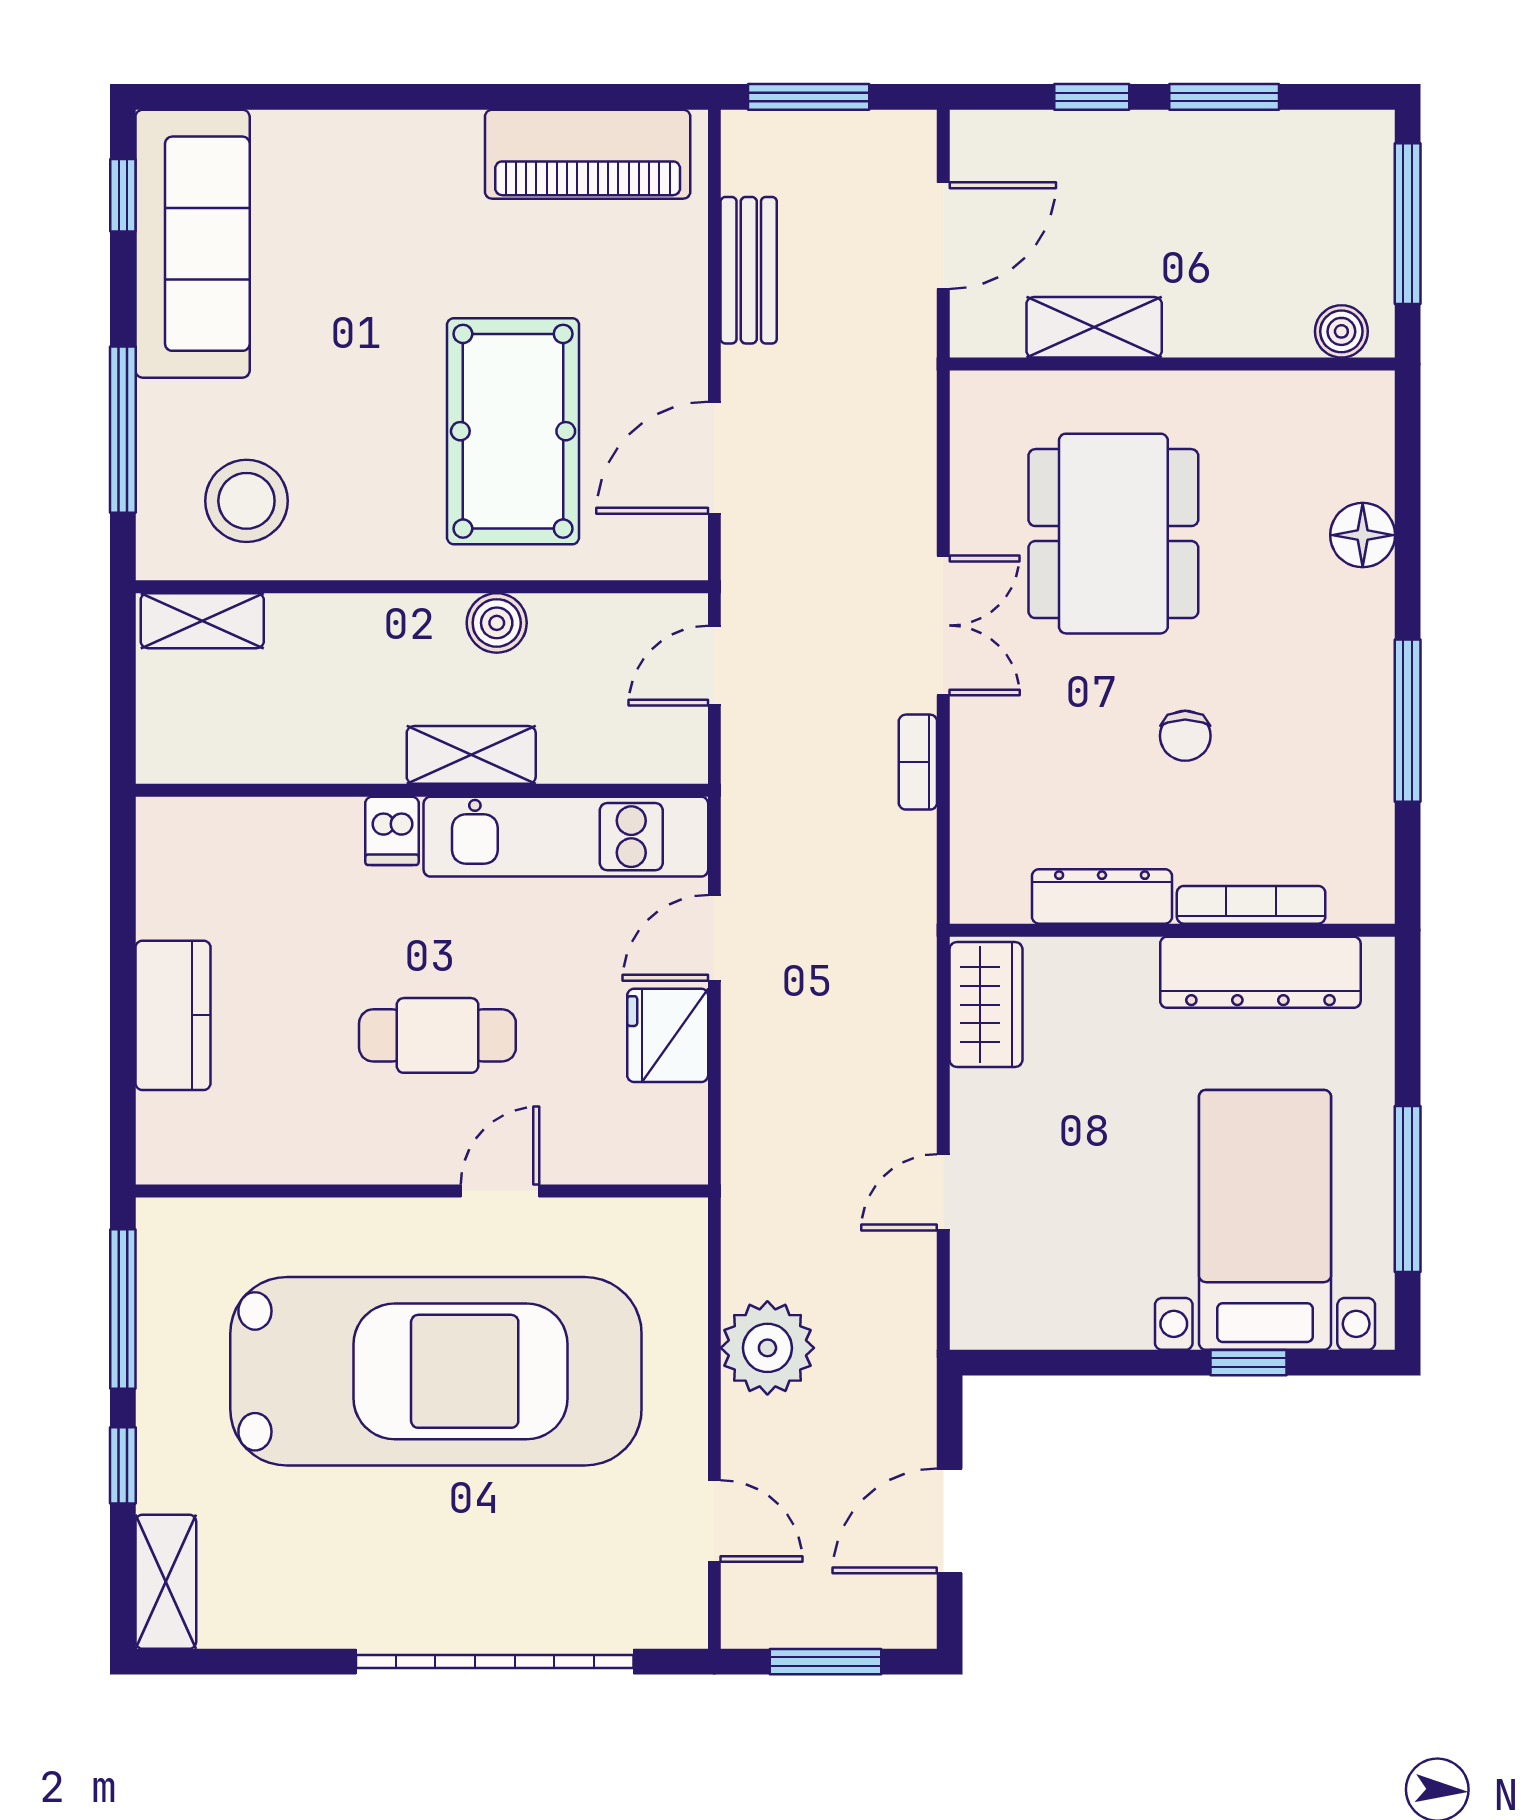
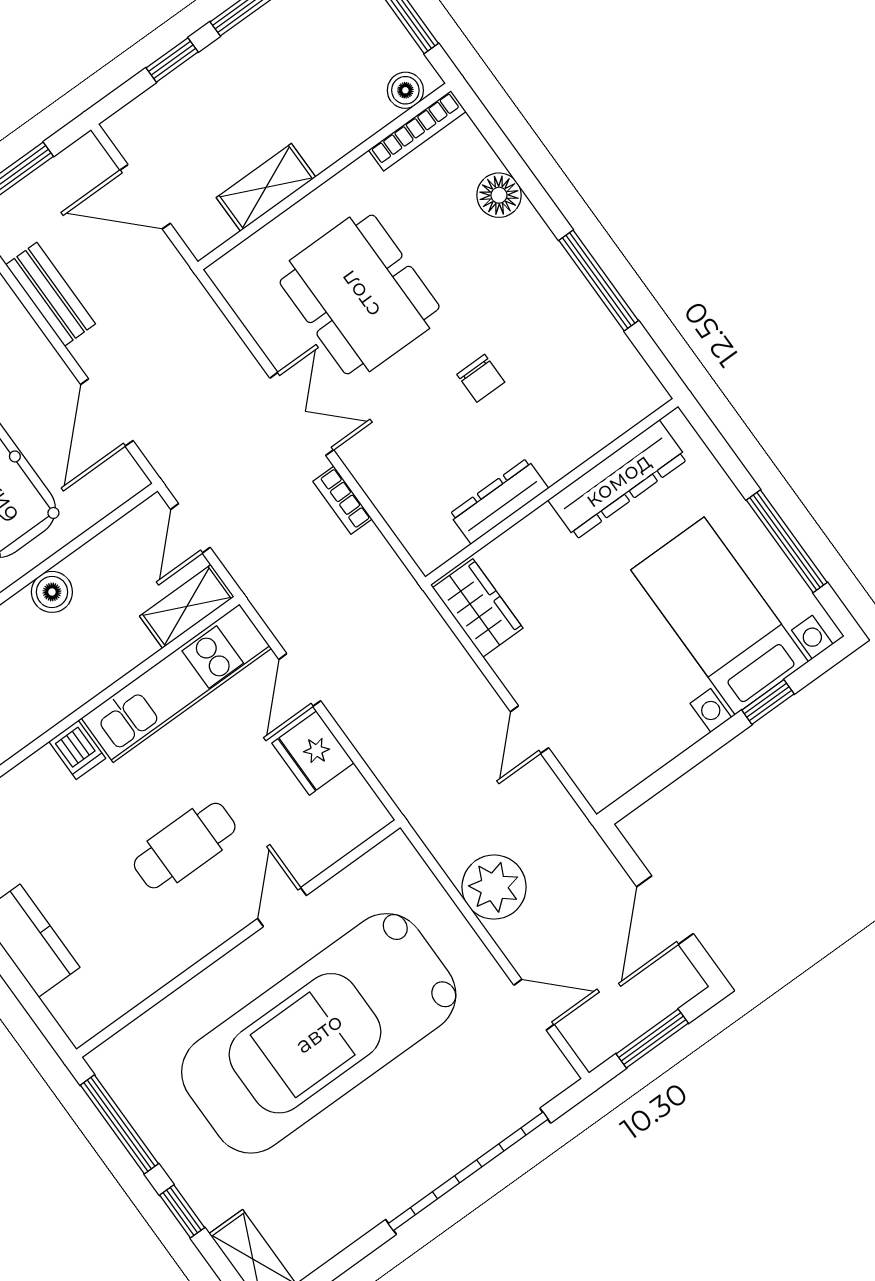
door: (943, 236) -> (145, 197), swing flipped
shelving: (471, 755) -> (187, 606), moved
bookcase: (1251, 905) -> (417, 131), moved, turned 180
car: (436, 1371) -> (319, 1033), turned 180

